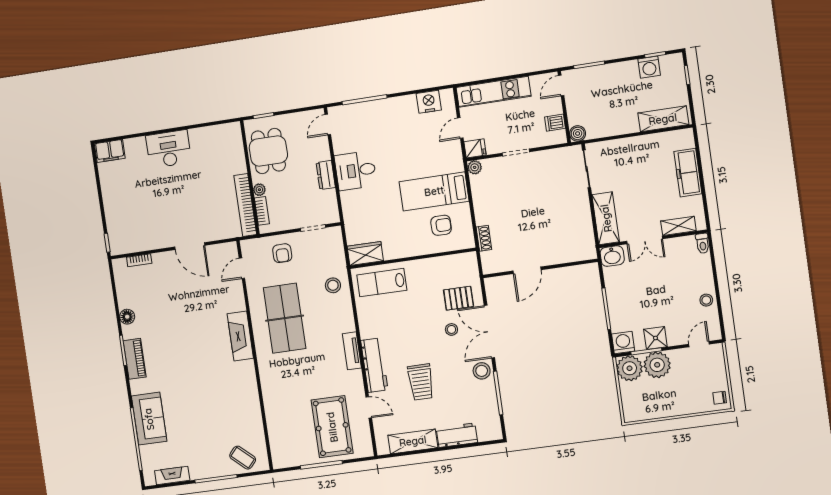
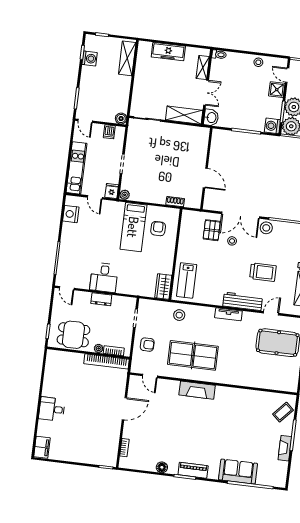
desk: (169, 149) -> (52, 409), width x0.73
shower: (655, 338) -> (277, 90), moved
fireplace: (172, 475) -> (285, 448), moved

